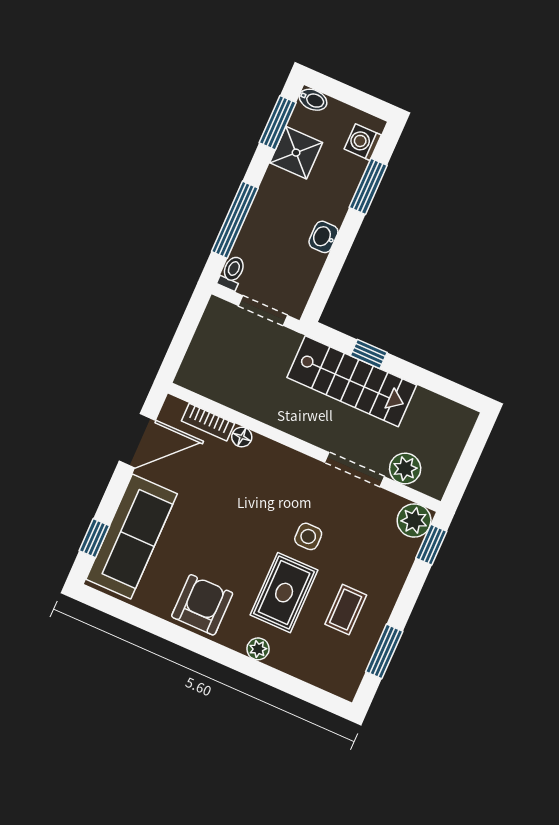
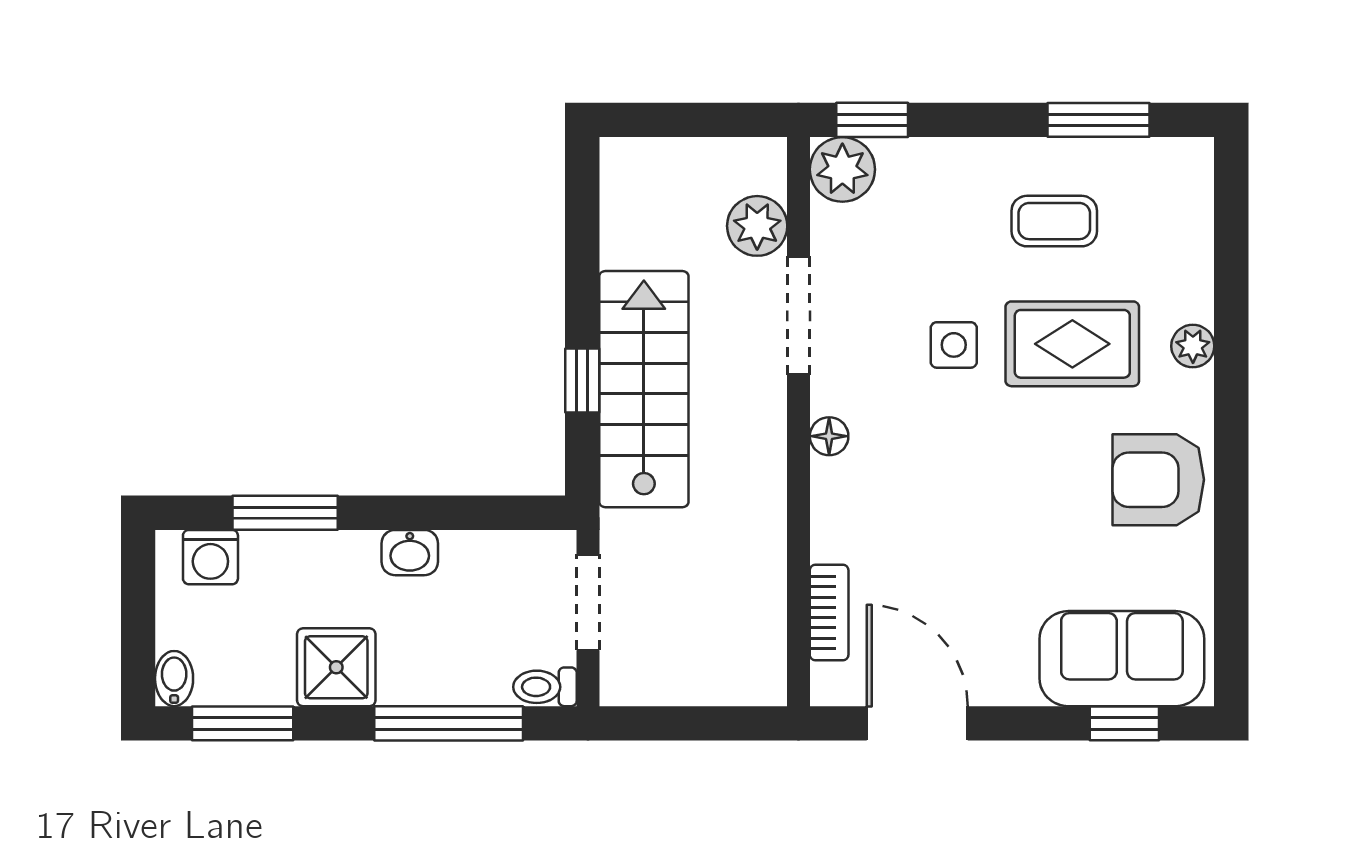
shower: (296, 153) -> (336, 667), moved
floor lamp: (242, 437) -> (829, 436), moved
sofa: (132, 536) -> (1122, 659), width x0.73

